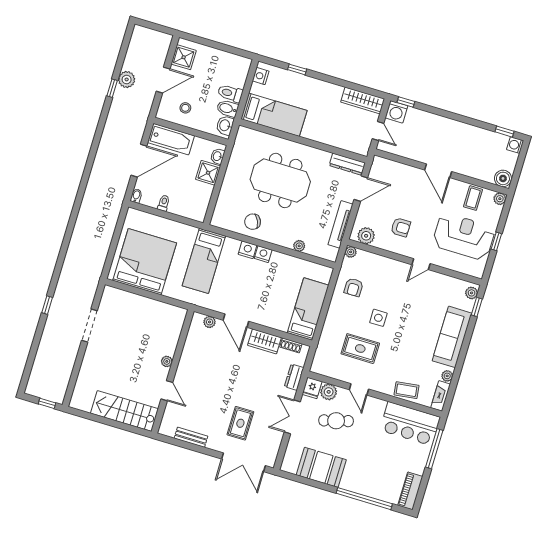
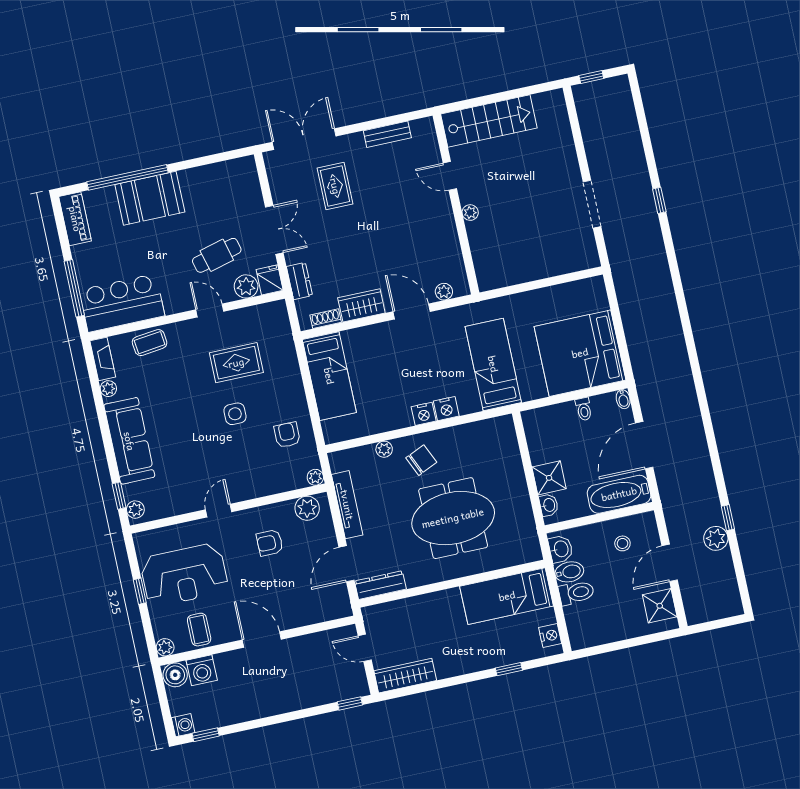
washing machine: (396, 112) -> (202, 670), moved, turned 180
chair: (253, 222) -> (421, 460), moved
bed: (145, 262) -> (580, 353), moved, turned 90
booth: (321, 467) -> (150, 198), moved

